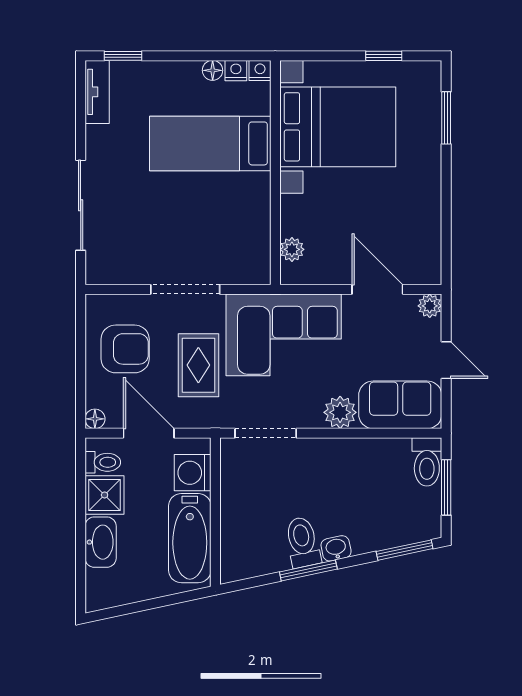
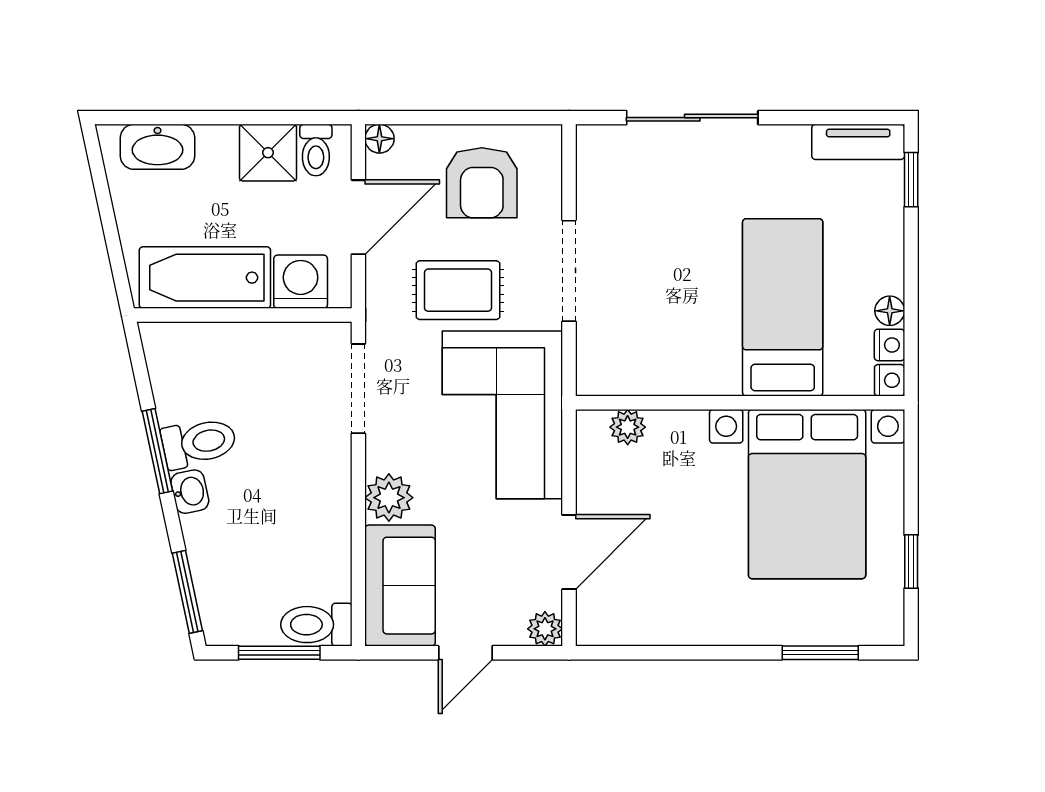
washbasin: (101, 542) -> (158, 147), moved

